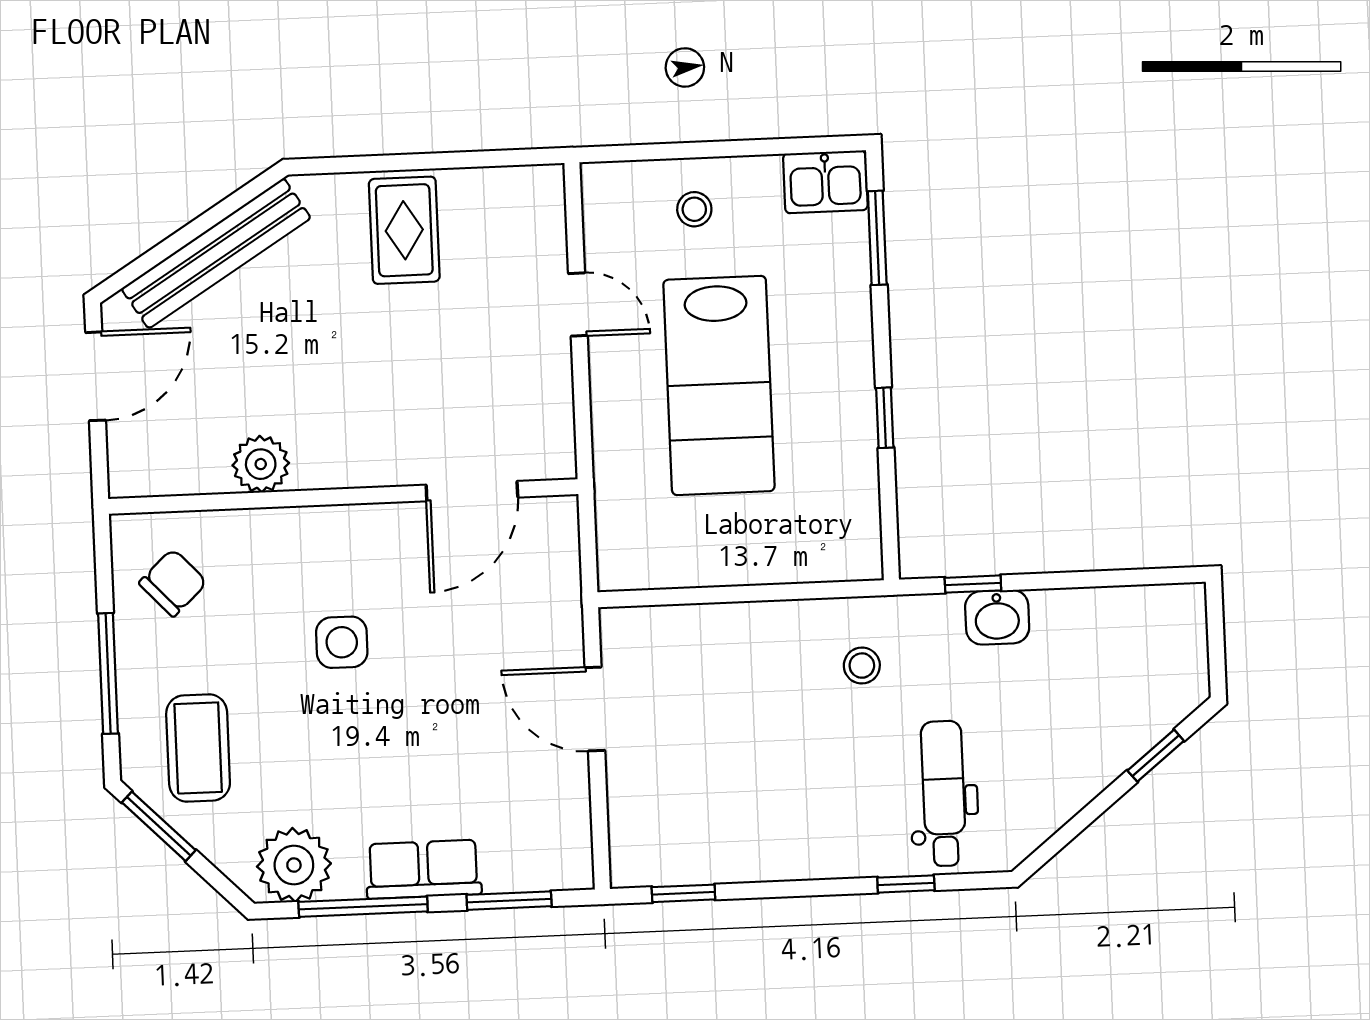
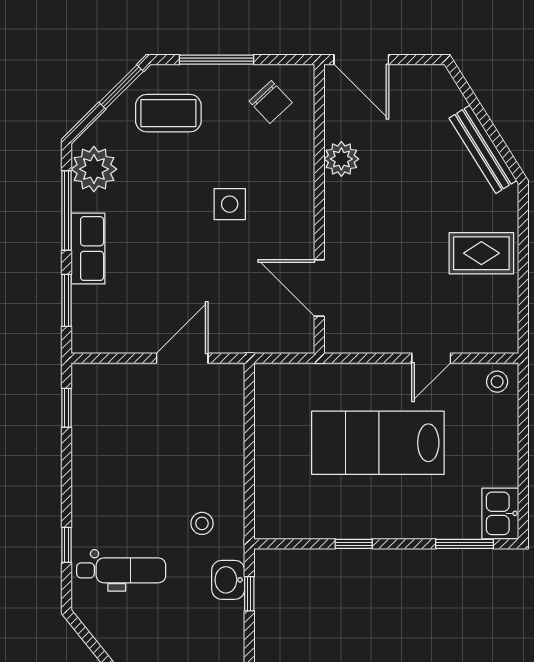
stool: (694, 209) -> (497, 382), moved
bench: (216, 253) -> (483, 149), width x0.73, depth x0.82
door: (96, 376) -> (361, 60), moved
washbasin: (997, 617) -> (228, 580), moved

